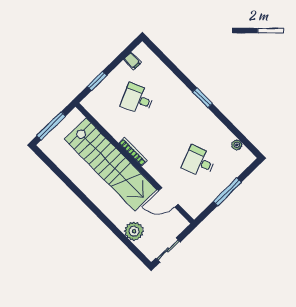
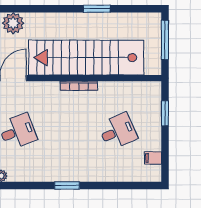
window: (74, 188) -> (97, 9), added

